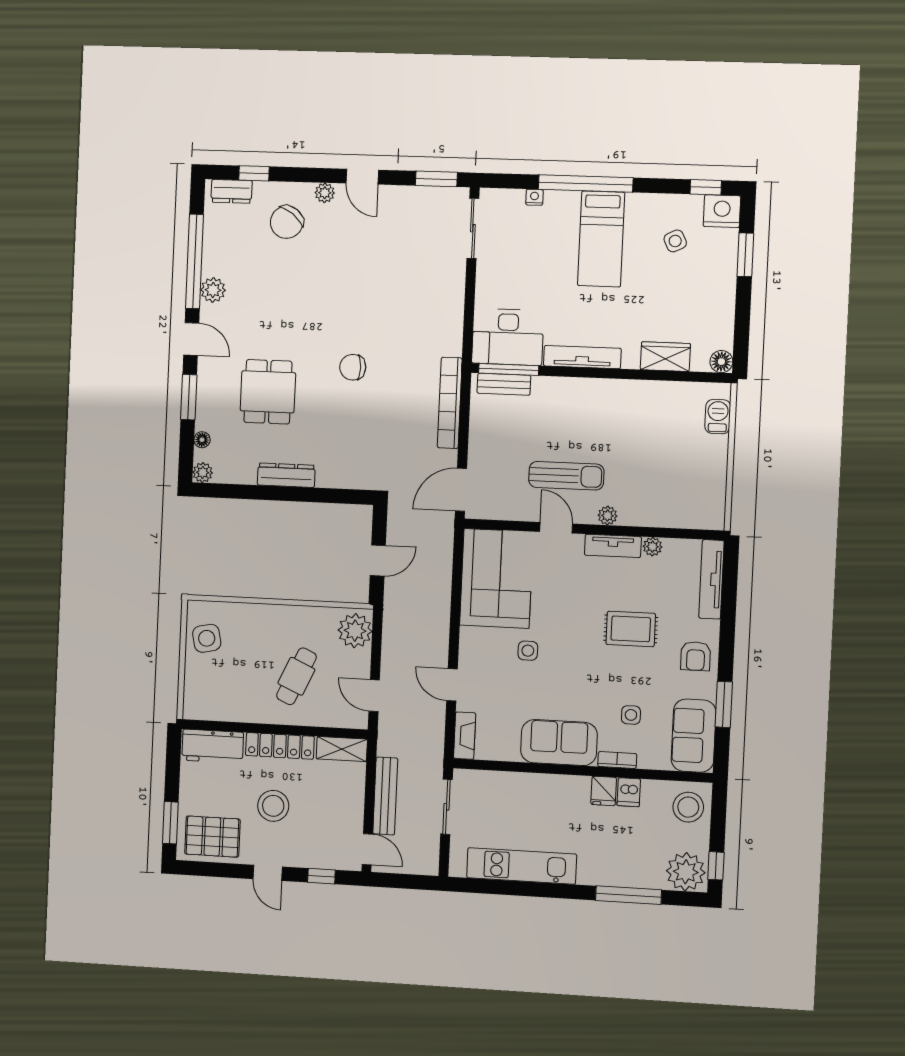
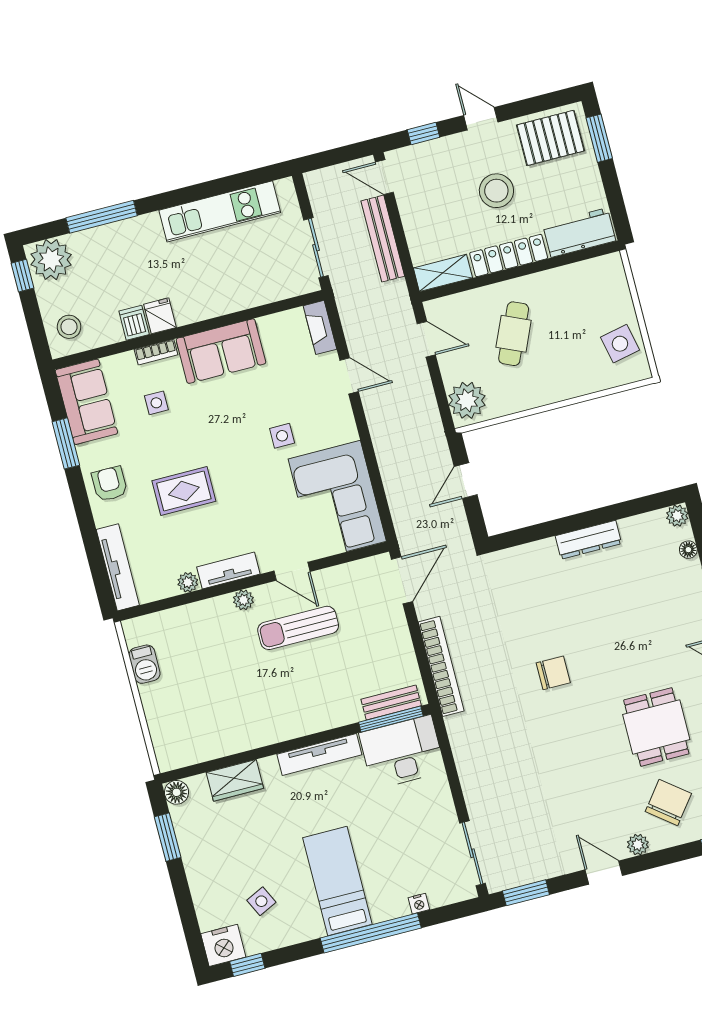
window: (745, 255) -> (168, 837), moved
dining table: (268, 392) -> (656, 727), moved
barbecue: (718, 417) -> (144, 664), moved
stool: (688, 807) -> (69, 327), width x0.73, depth x0.73

